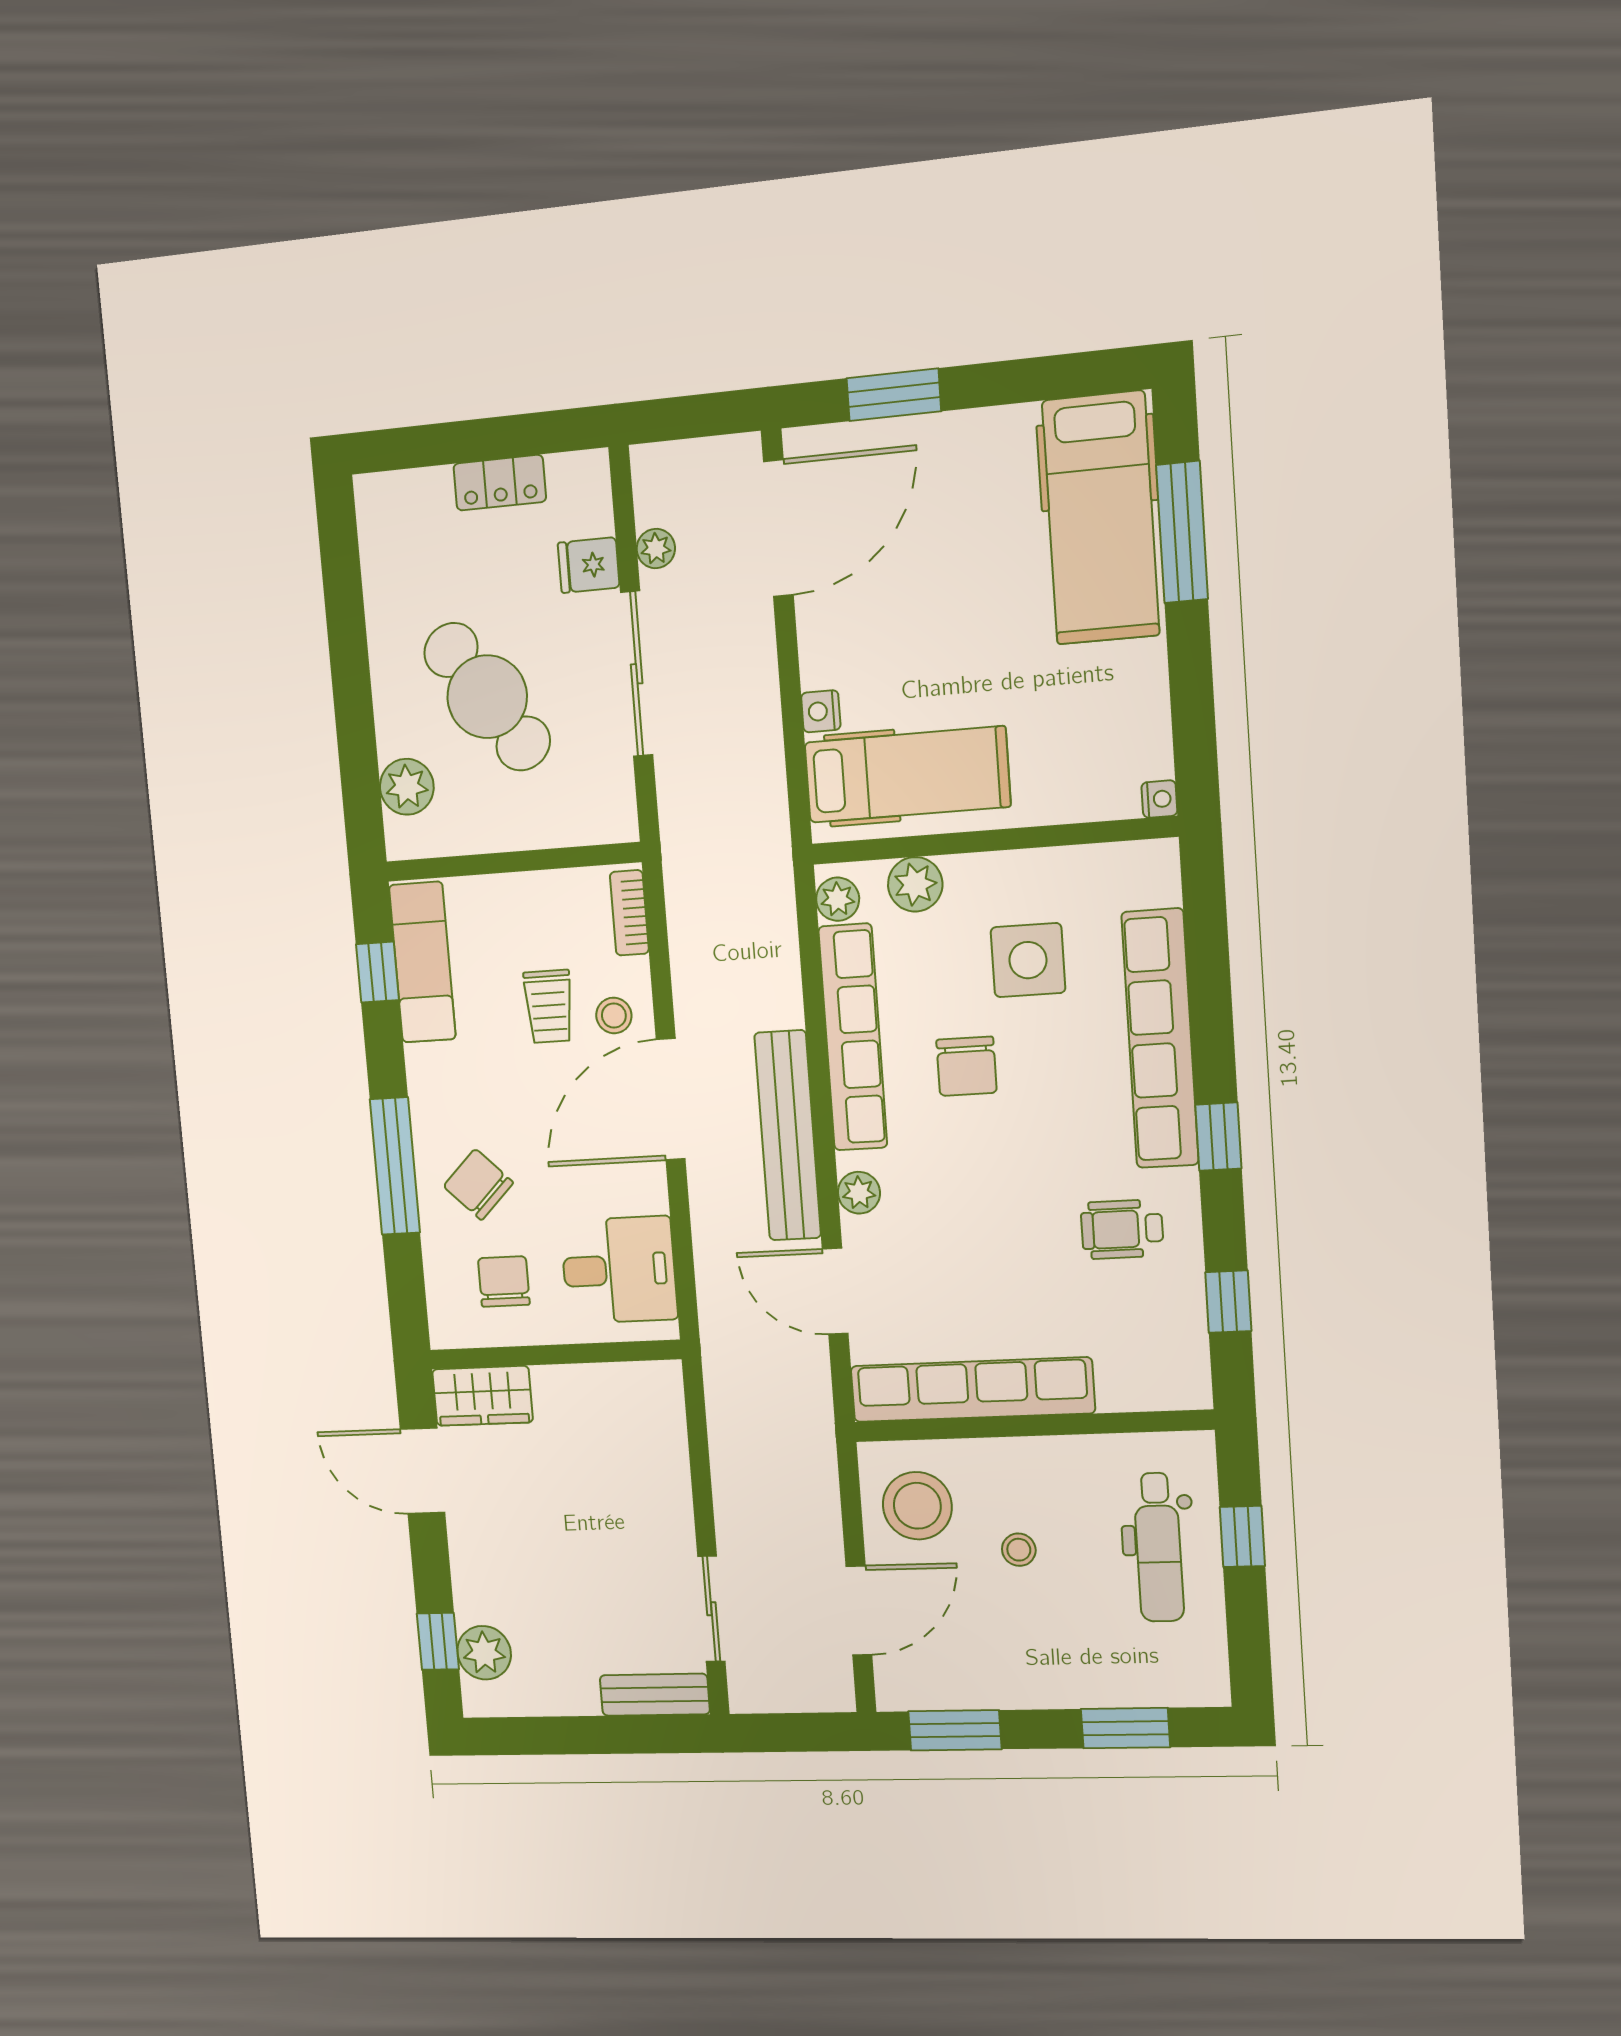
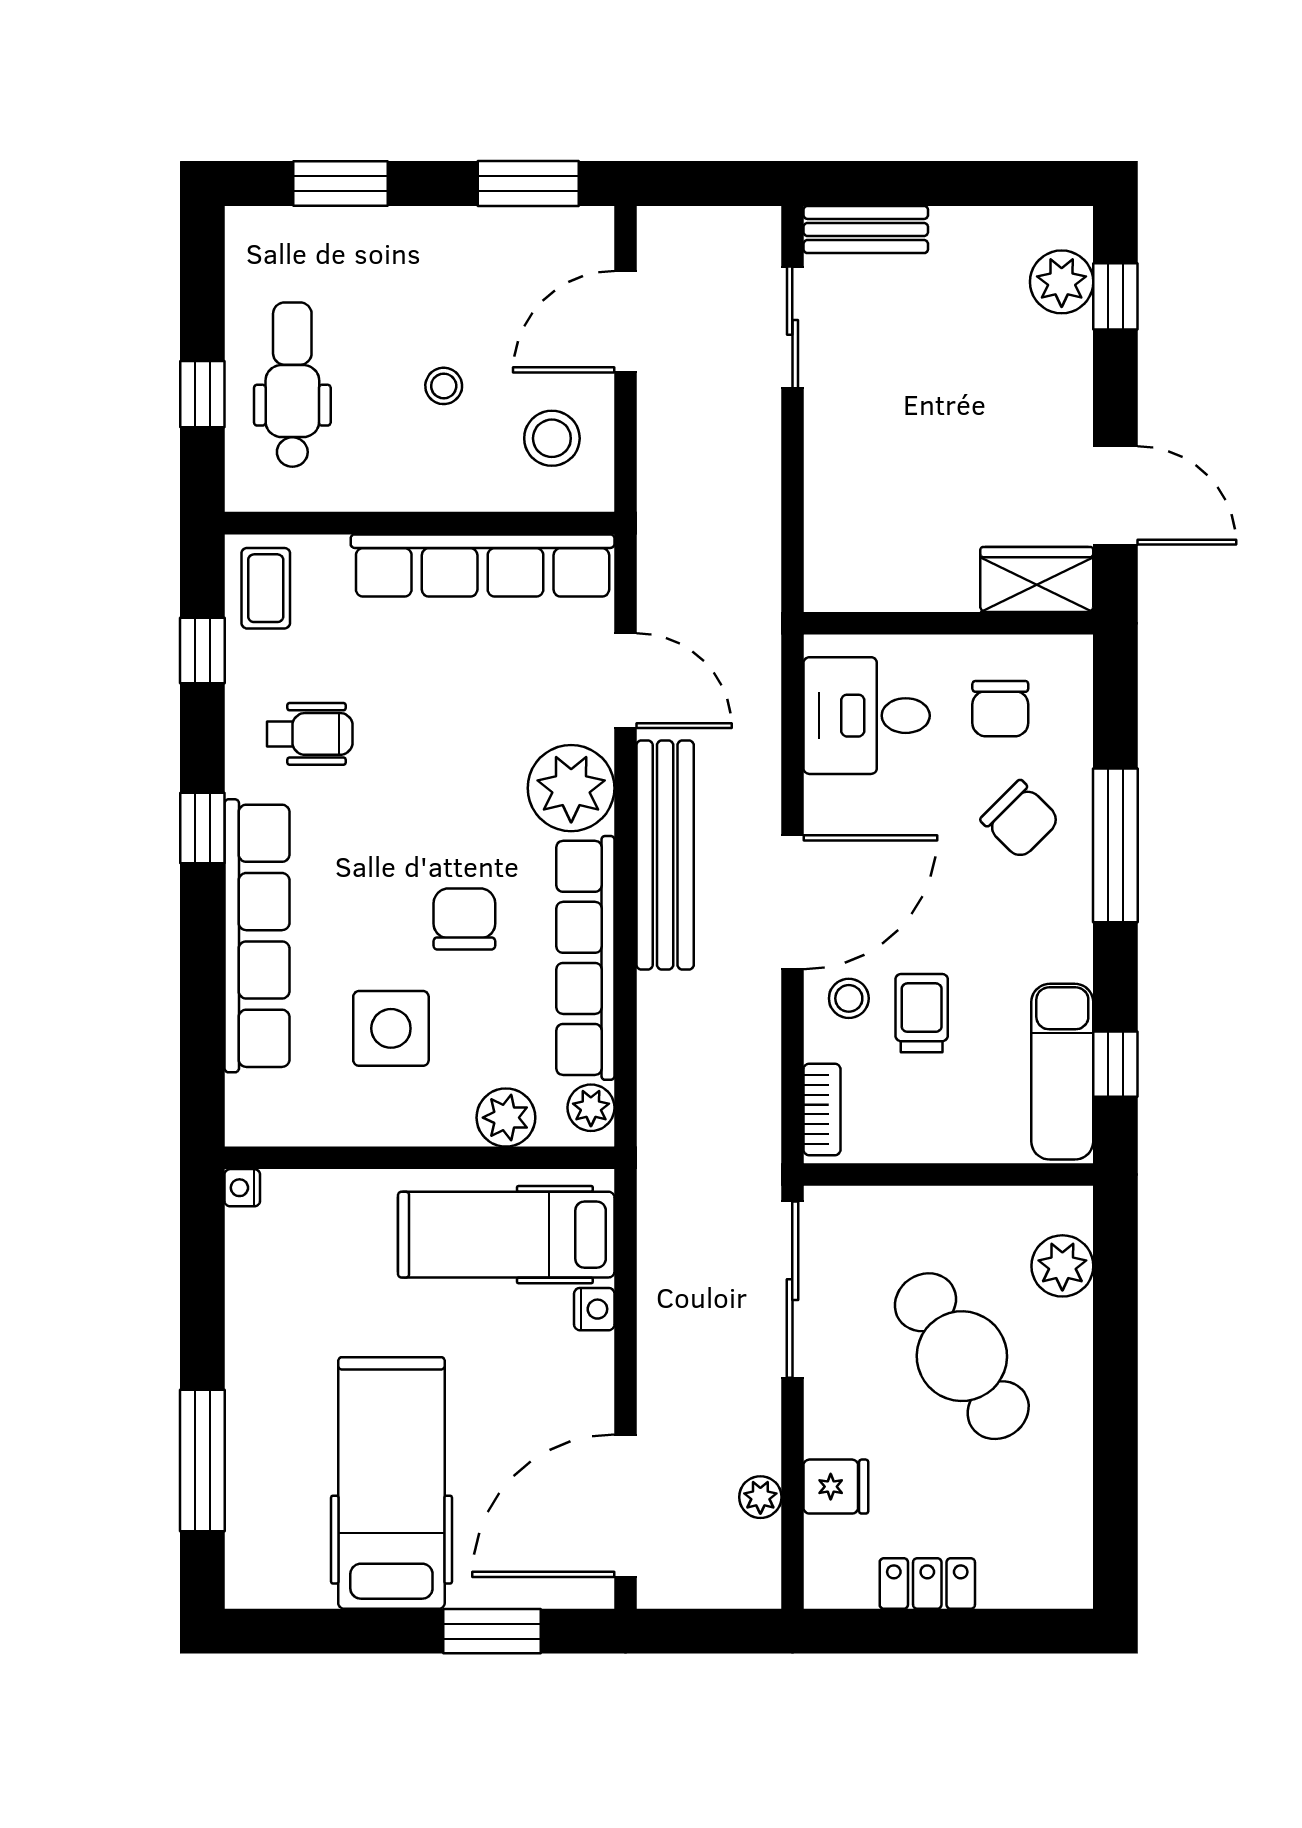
hospital bed: (1101, 518) -> (391, 1483), moved
sliding door: (637, 674) -> (792, 1290), moved
plant: (859, 1193) -> (571, 788), width x1.87, depth x1.87
coffee table: (1172, 1361) -> (266, 588), added
stool: (917, 1506) -> (552, 438), width x0.73, depth x0.73

